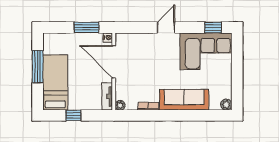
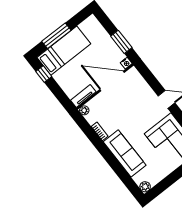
door: (114, 62) -> (112, 81), hinge flipped
window: (38, 67) -> (56, 36), moved
window: (73, 115) -> (44, 74), moved

